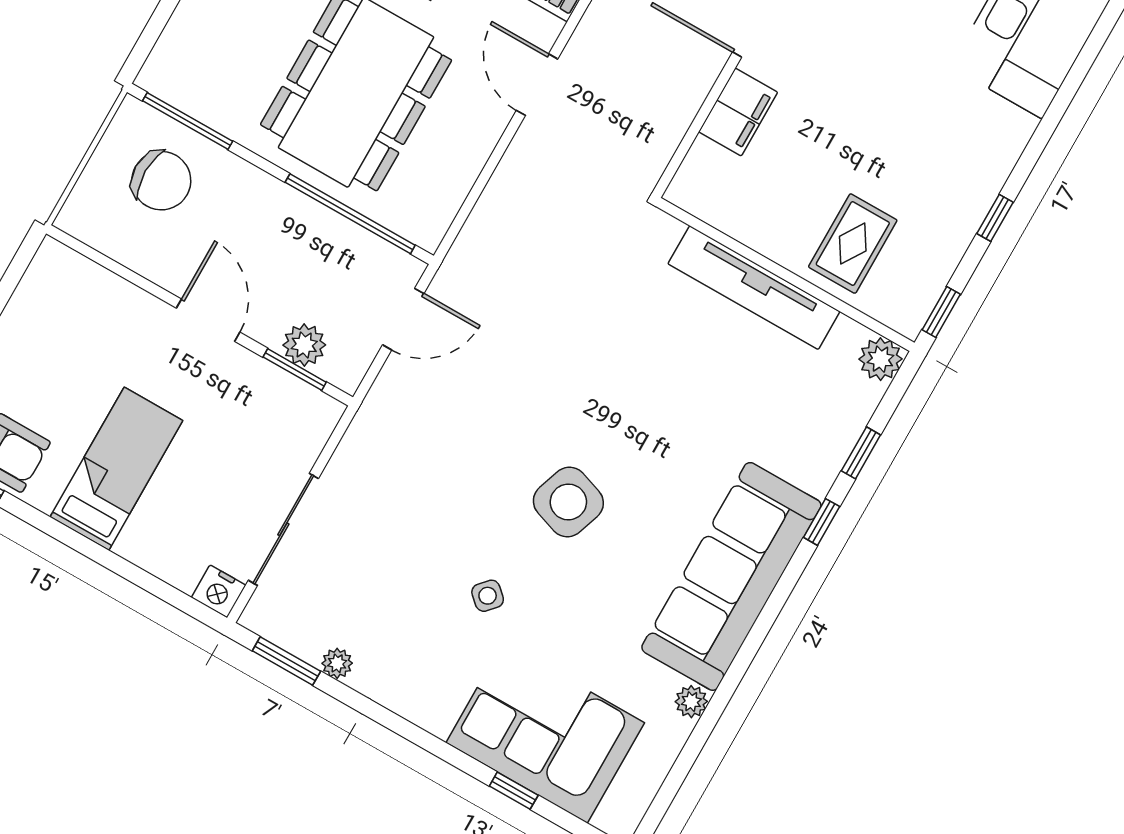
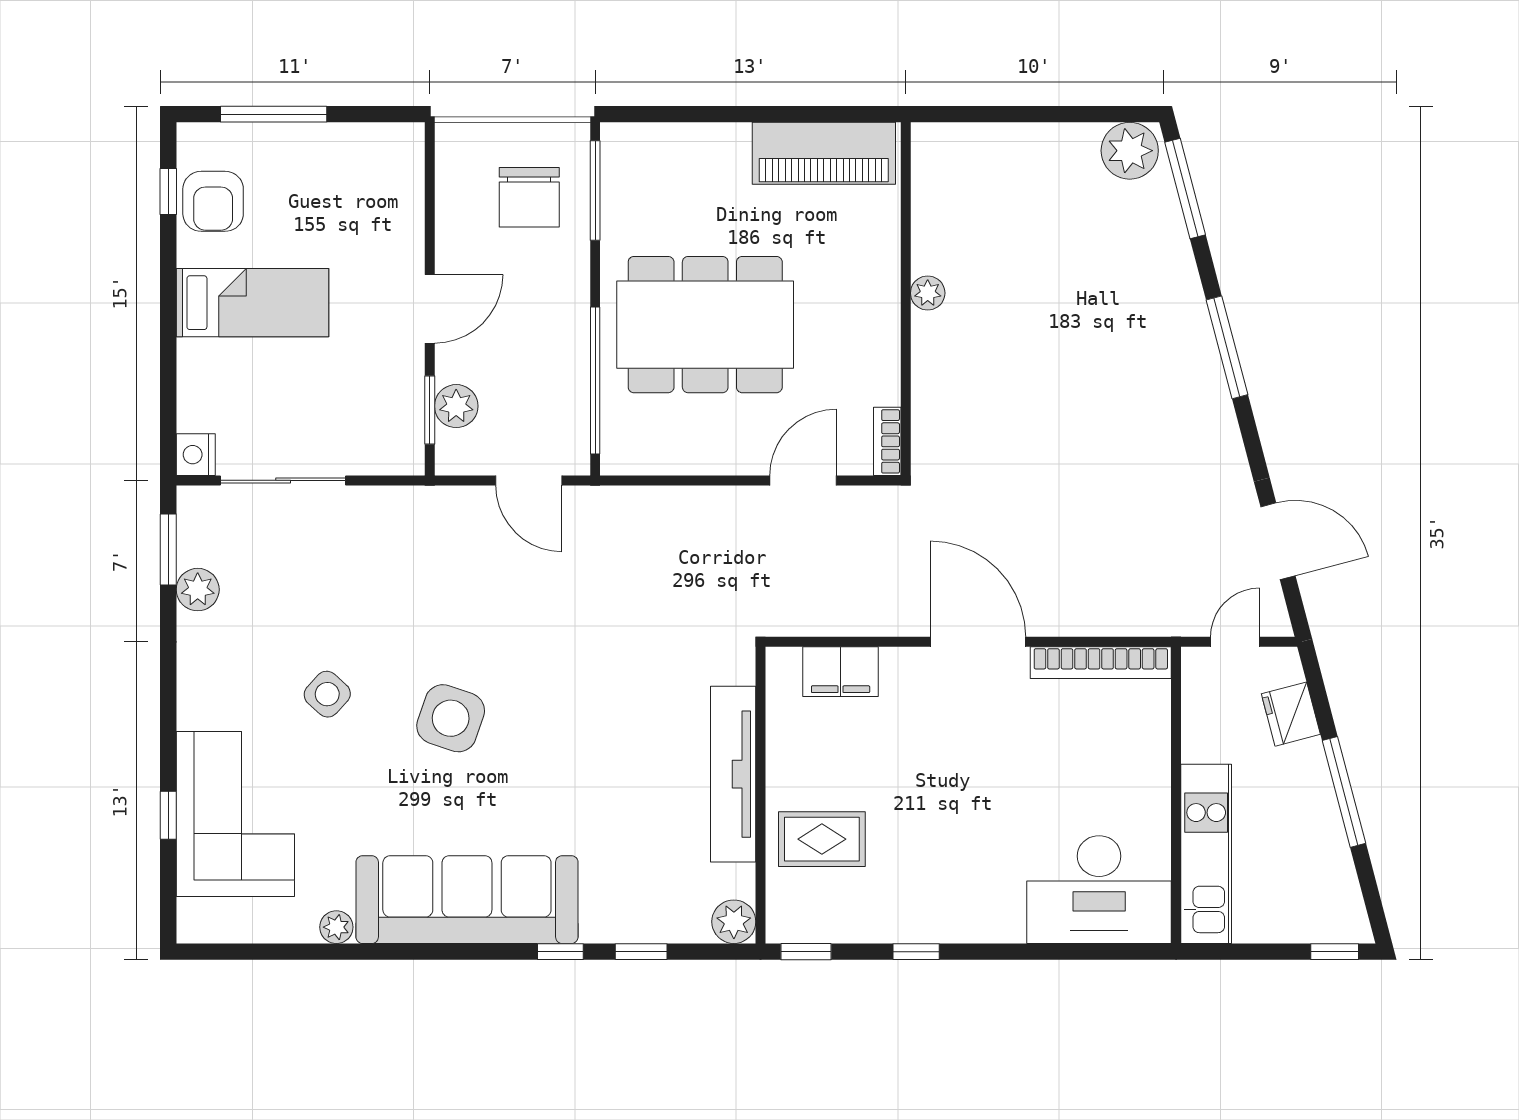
filing cabinet: (738, 112) -> (841, 672), moved
side table: (488, 596) -> (327, 694), width x1.37, depth x1.37
plant: (337, 663) -> (198, 590), width x1.38, depth x1.38

